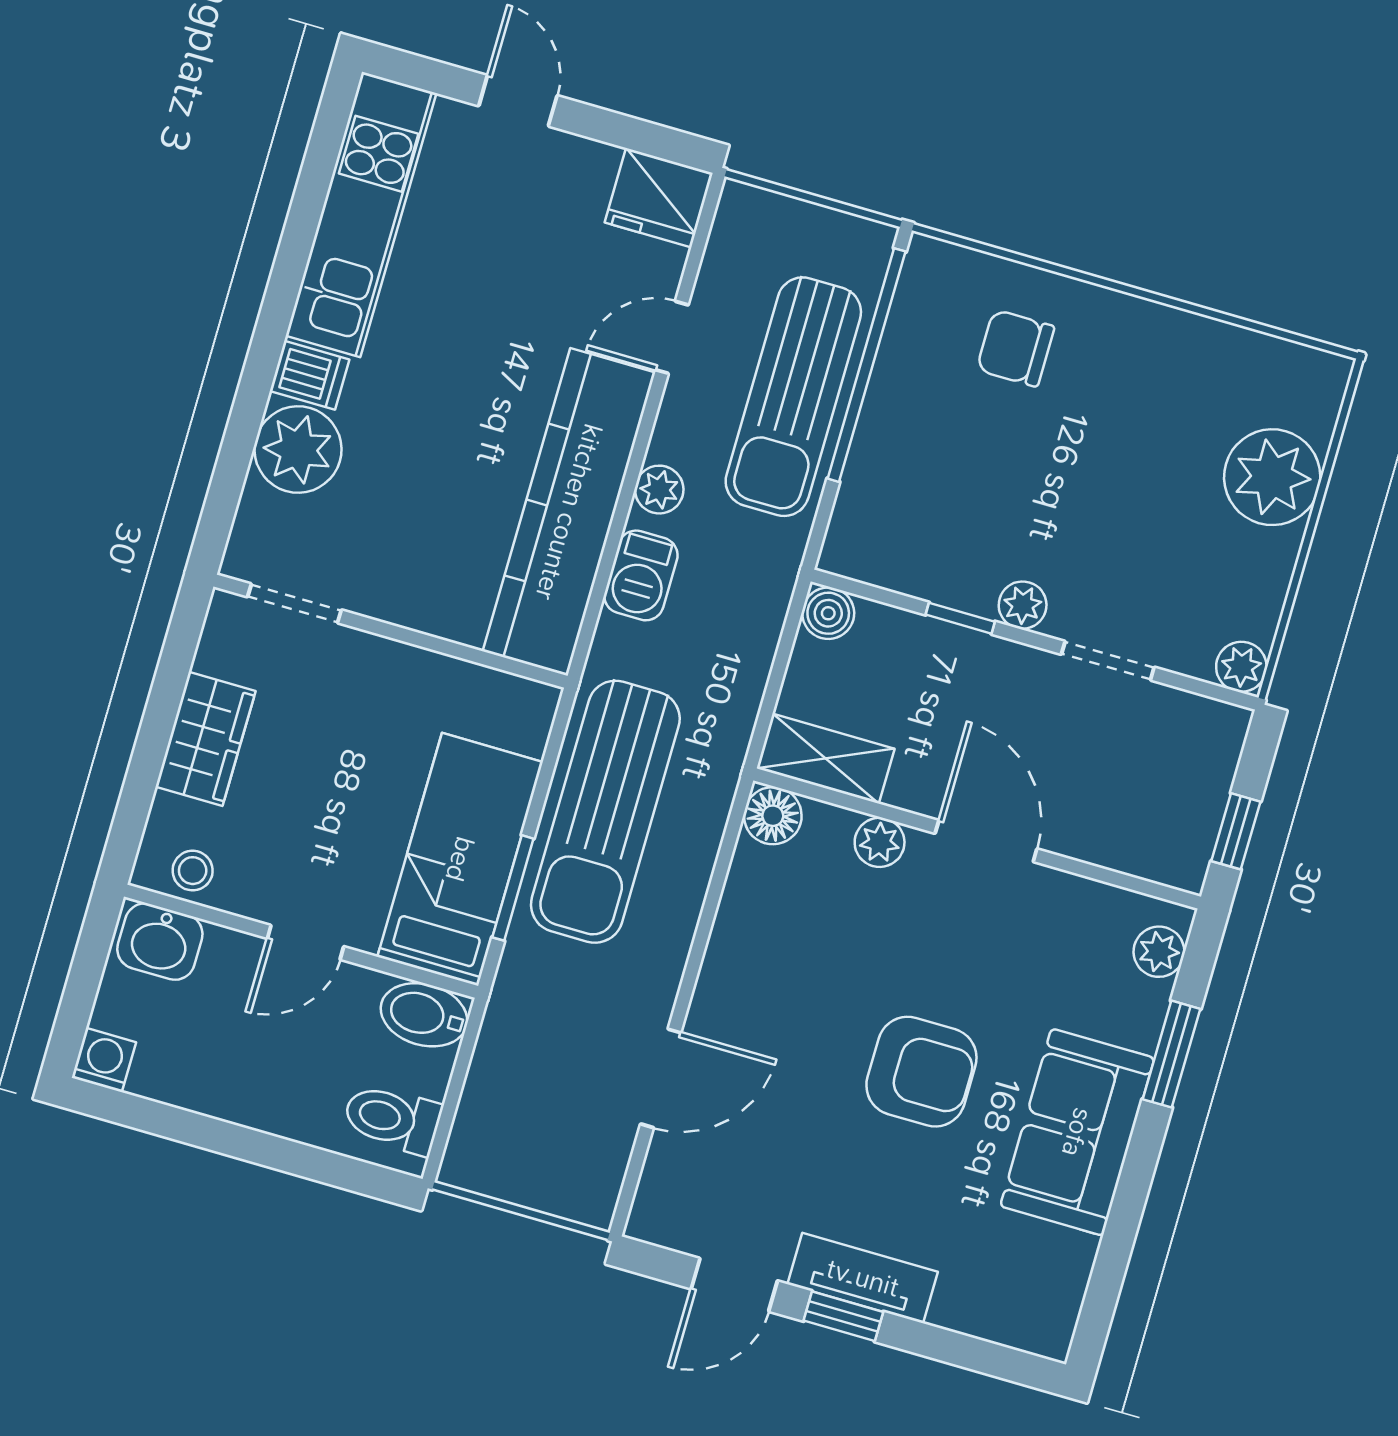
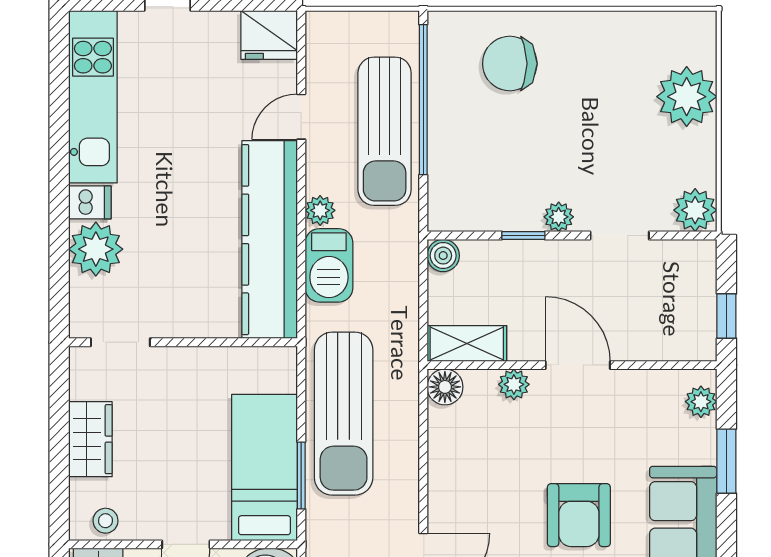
chair: (1015, 348) -> (510, 64), width x1.37, depth x1.37
barbecue: (641, 575) -> (329, 265), width x1.38, depth x1.27
plant: (1241, 667) -> (695, 210), width x1.38, depth x1.38
armchair: (921, 1072) -> (579, 515), turned 90

